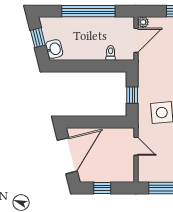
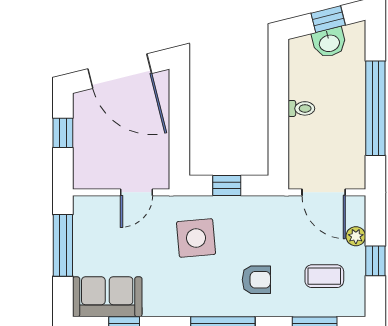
plant: (143, 22) -> (356, 236), moved
washbasin: (54, 49) -> (329, 43), moved
toilet: (111, 53) -> (301, 108), moved

